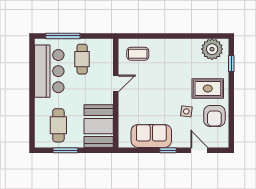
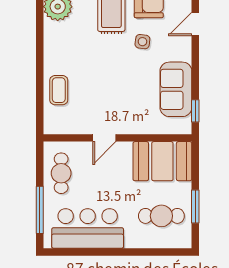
coffee table: (138, 54) -> (59, 90), moved
cafe table: (82, 59) -> (61, 173), moved, turned 90
door: (116, 83) -> (104, 138), swing flipped
window: (168, 150) -> (195, 111), moved

